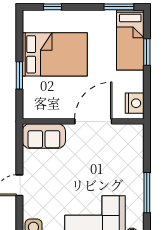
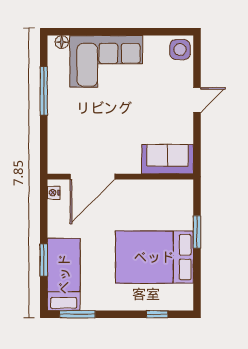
nightstand: (135, 103) -> (54, 193), width x0.53, depth x0.56
door: (93, 121) -> (92, 177), moved

